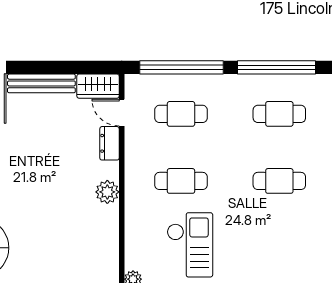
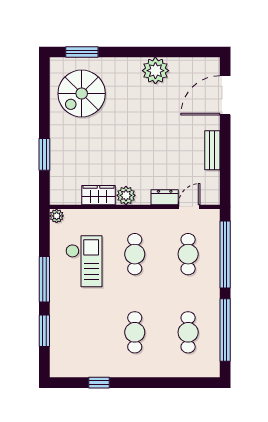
bench: (41, 83) -> (212, 150), width x0.73
wardrobe: (98, 86) -> (99, 195), moved, turned 90
checkout: (190, 245) -> (84, 261), turned -90

